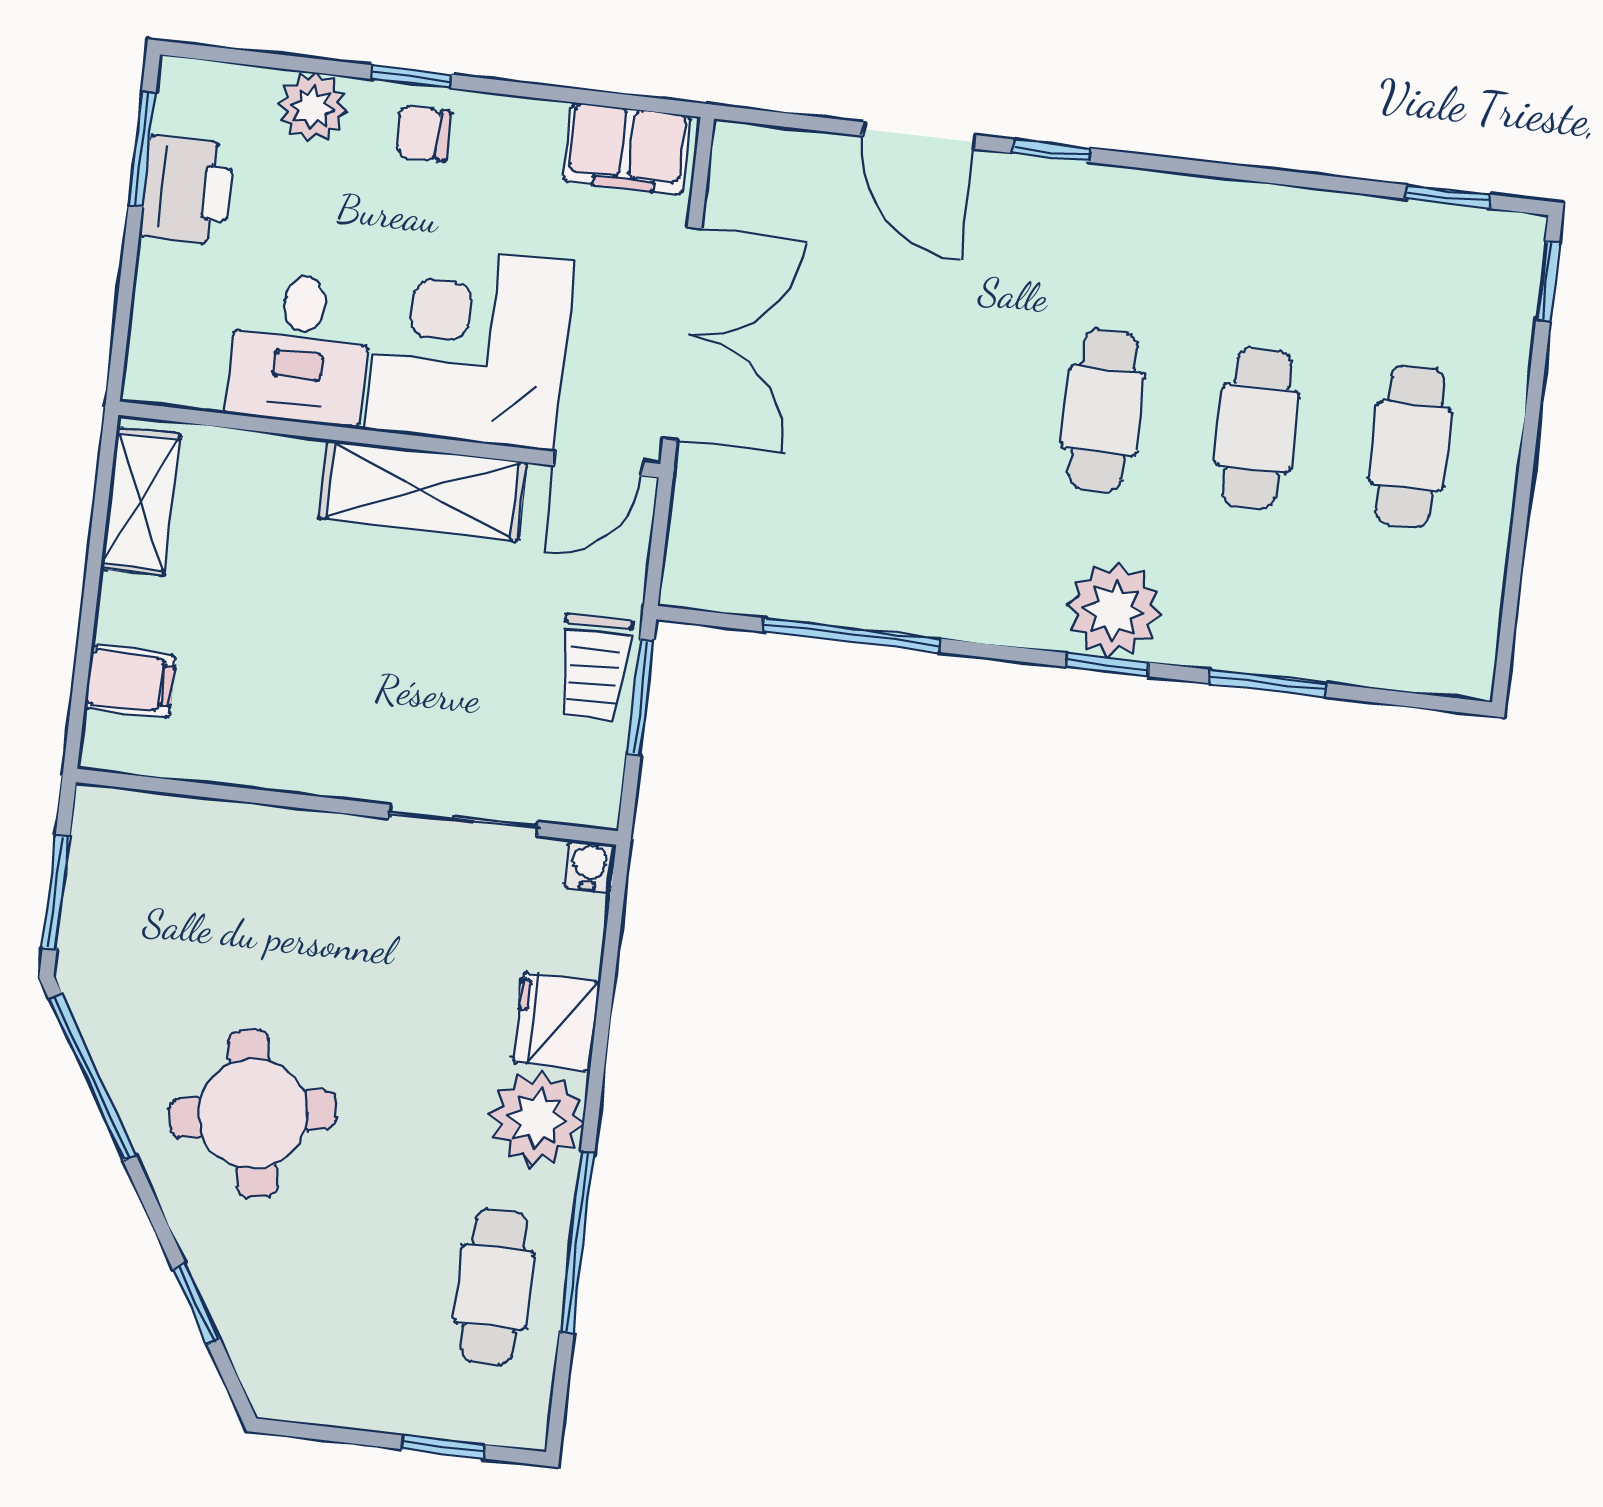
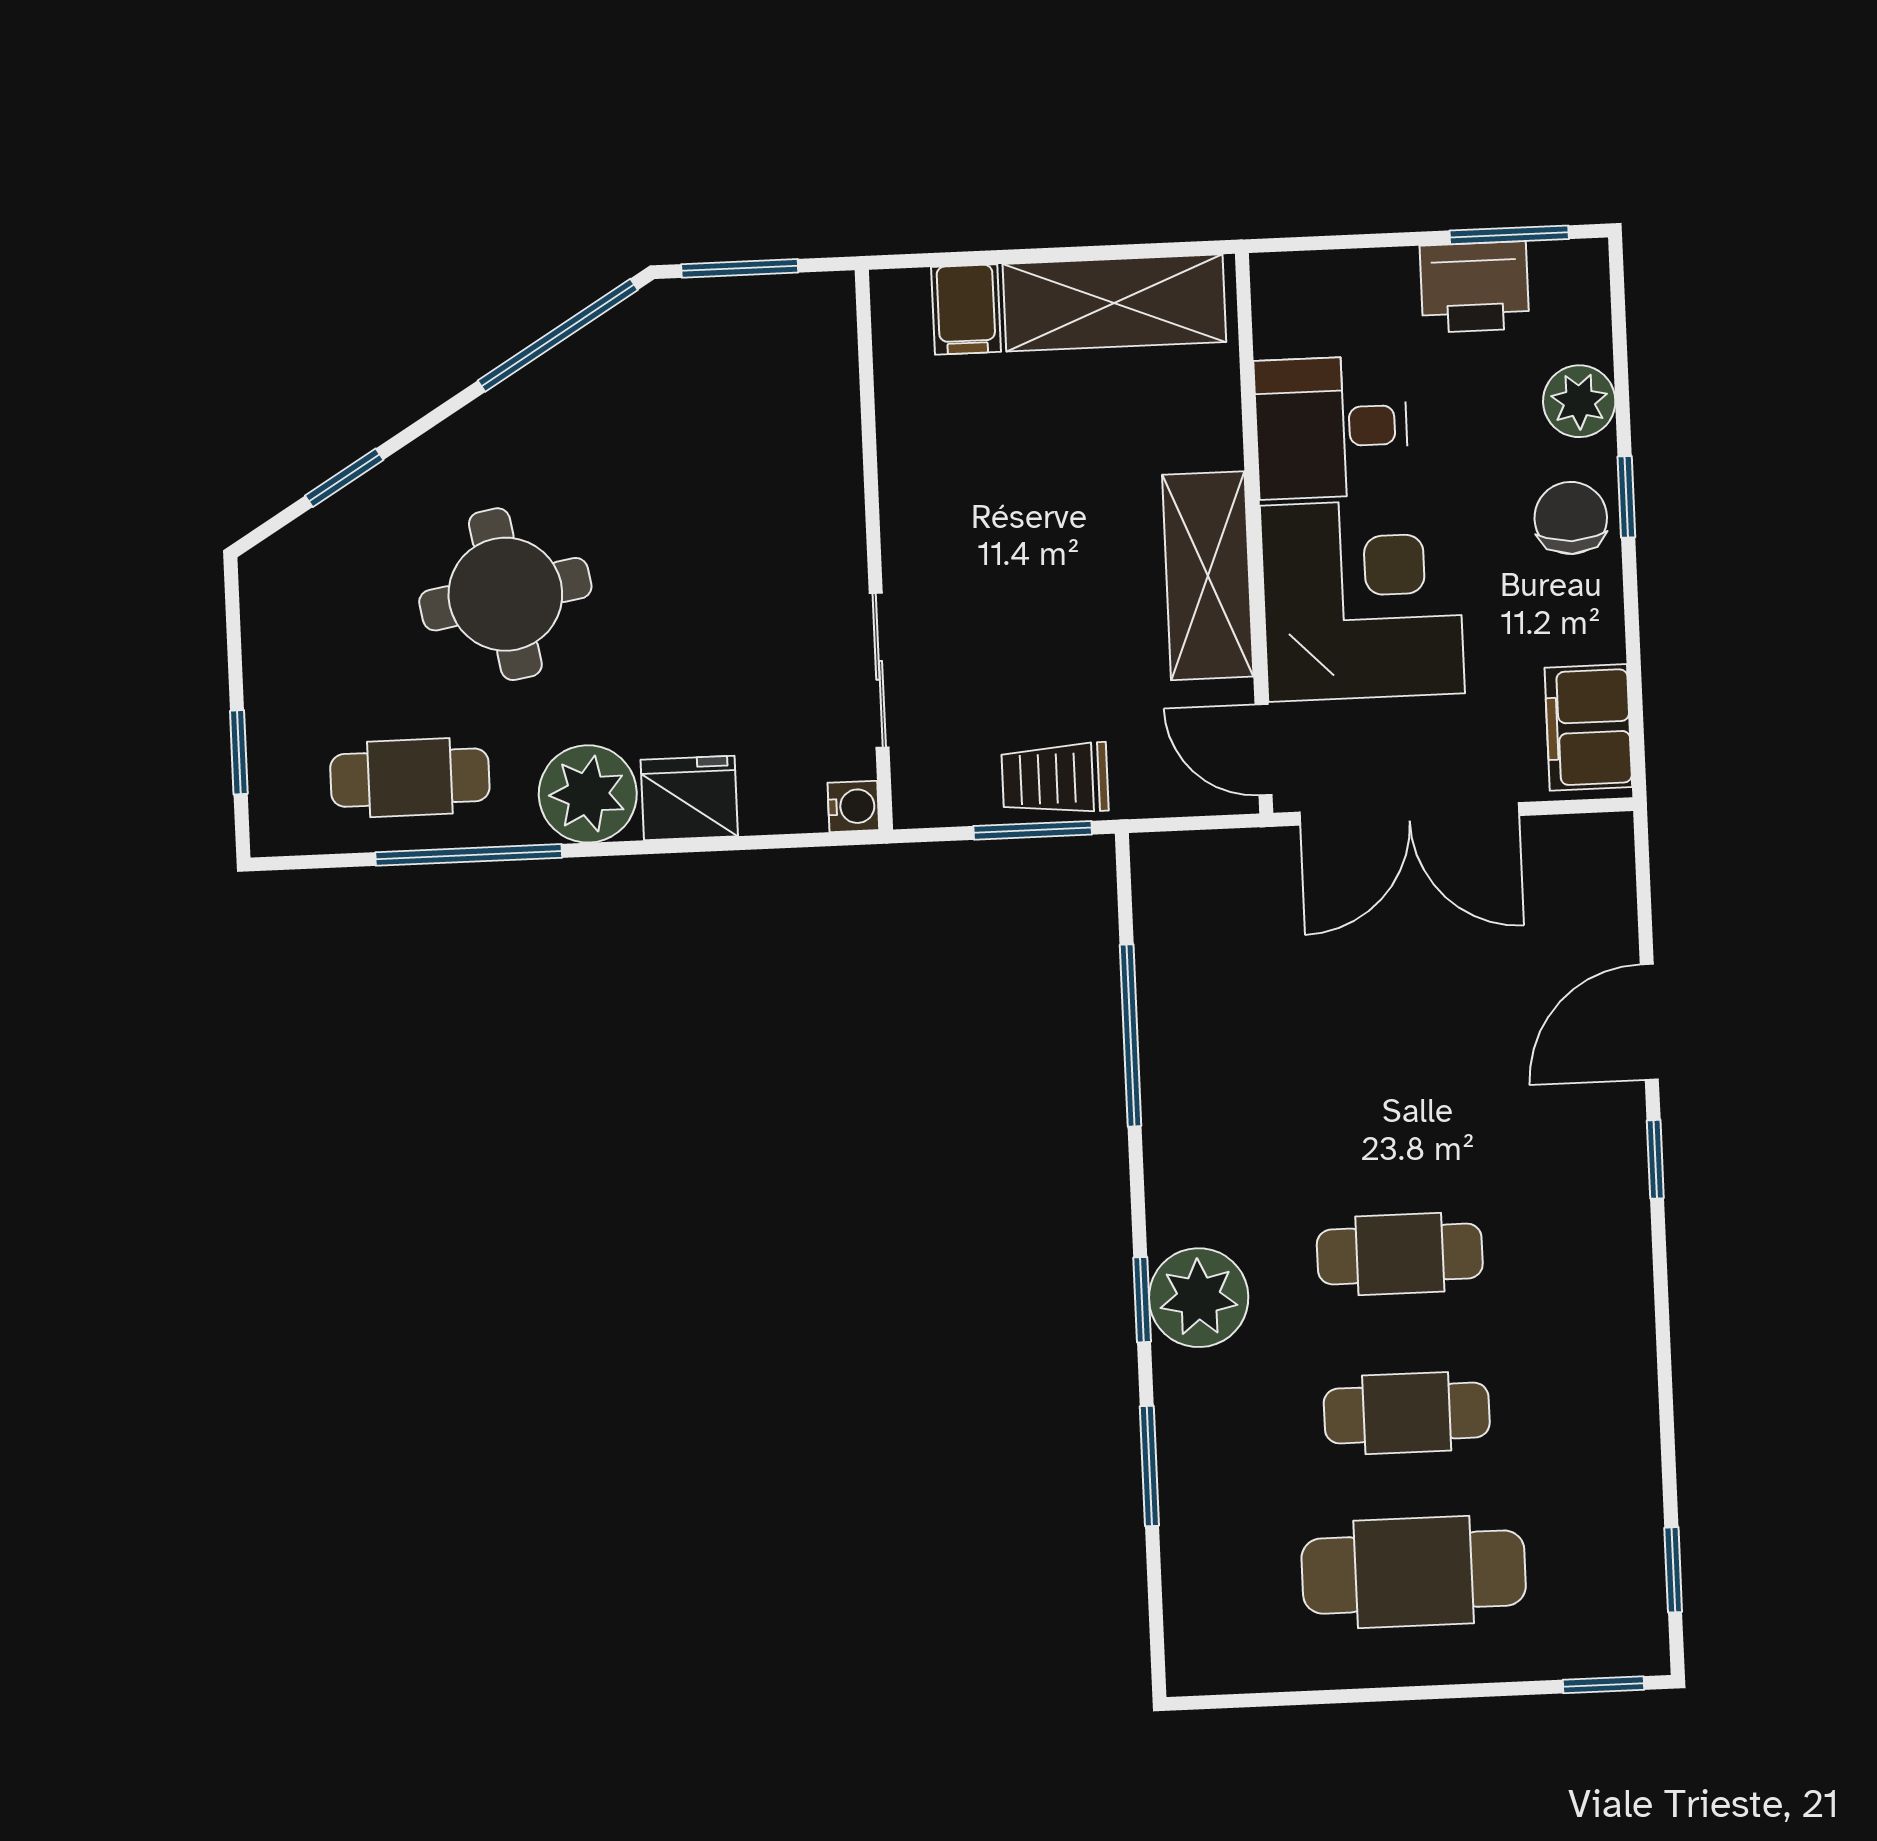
chair: (423, 133) -> (1571, 518), width x1.37, depth x1.37
cafe table: (1410, 446) -> (1414, 1572), width x1.37, depth x1.35
shelving: (140, 501) -> (1114, 303), width x1.50, depth x1.33
round table: (253, 1114) -> (505, 594), moved

